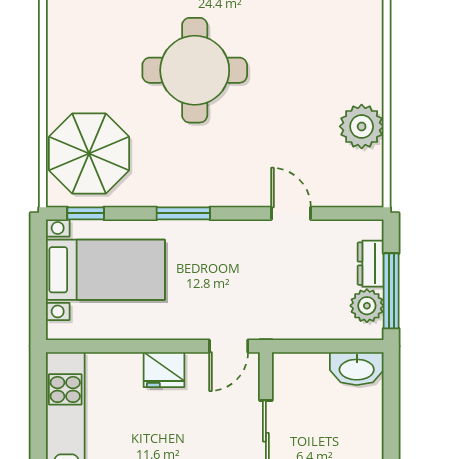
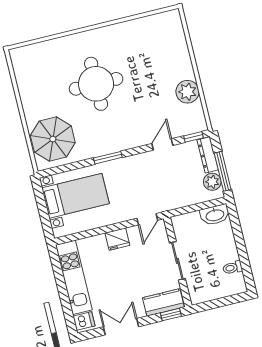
window: (86, 213) -> (194, 137), moved
door: (291, 213) -> (162, 144), hinge flipped
dresser: (371, 264) -> (208, 155), width x1.44

